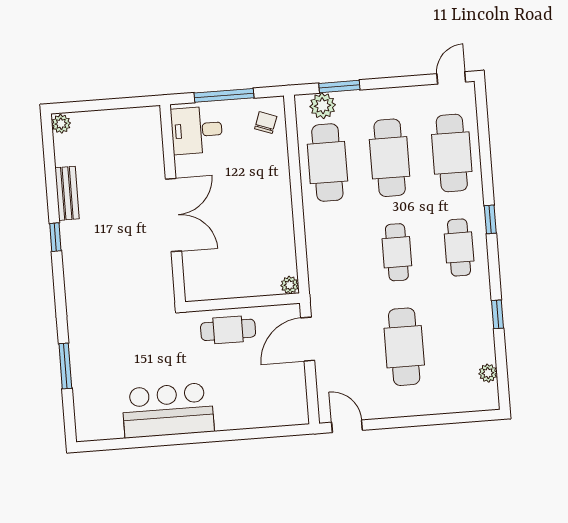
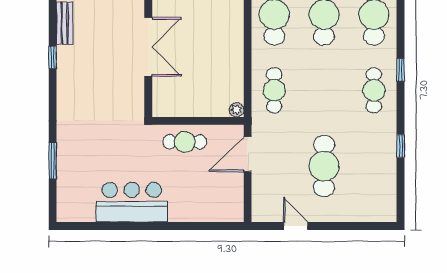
cafe table: (397, 252) -> (274, 90), moved
plant: (488, 373) -> (389, 192), removed
door: (347, 426) -> (296, 226), moved

